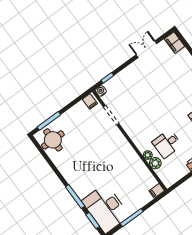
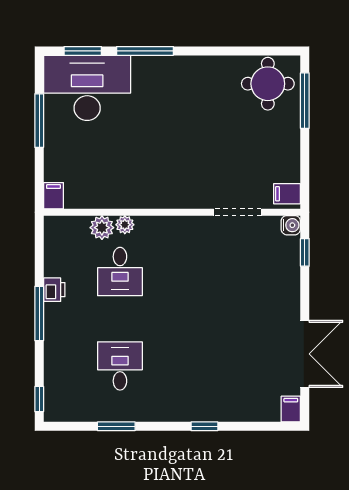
filing cabinet: (175, 43) -> (291, 409), width x0.50
double door: (147, 49) -> (305, 354), width x1.37
desk: (167, 144) -> (120, 272), turned 180

